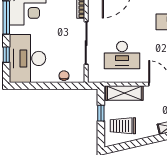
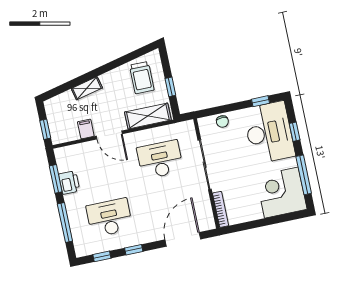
window: (29, 86) -> (260, 101), added
trolley: (123, 126) -> (142, 78), turned 90

